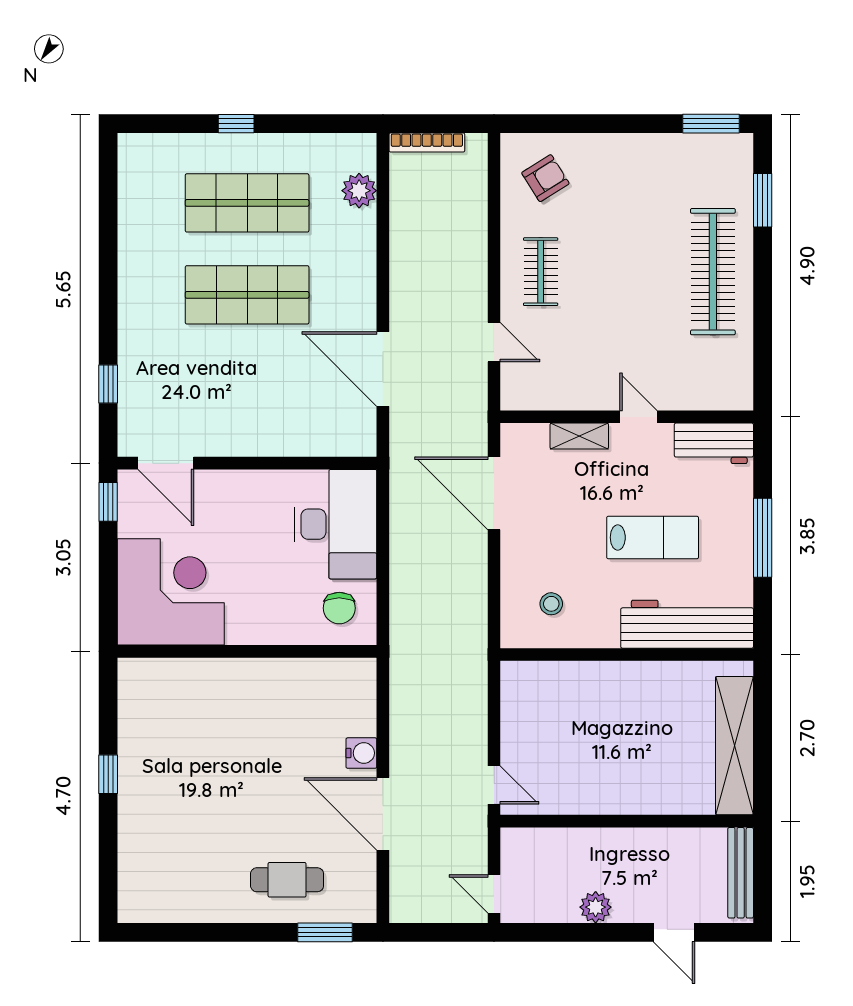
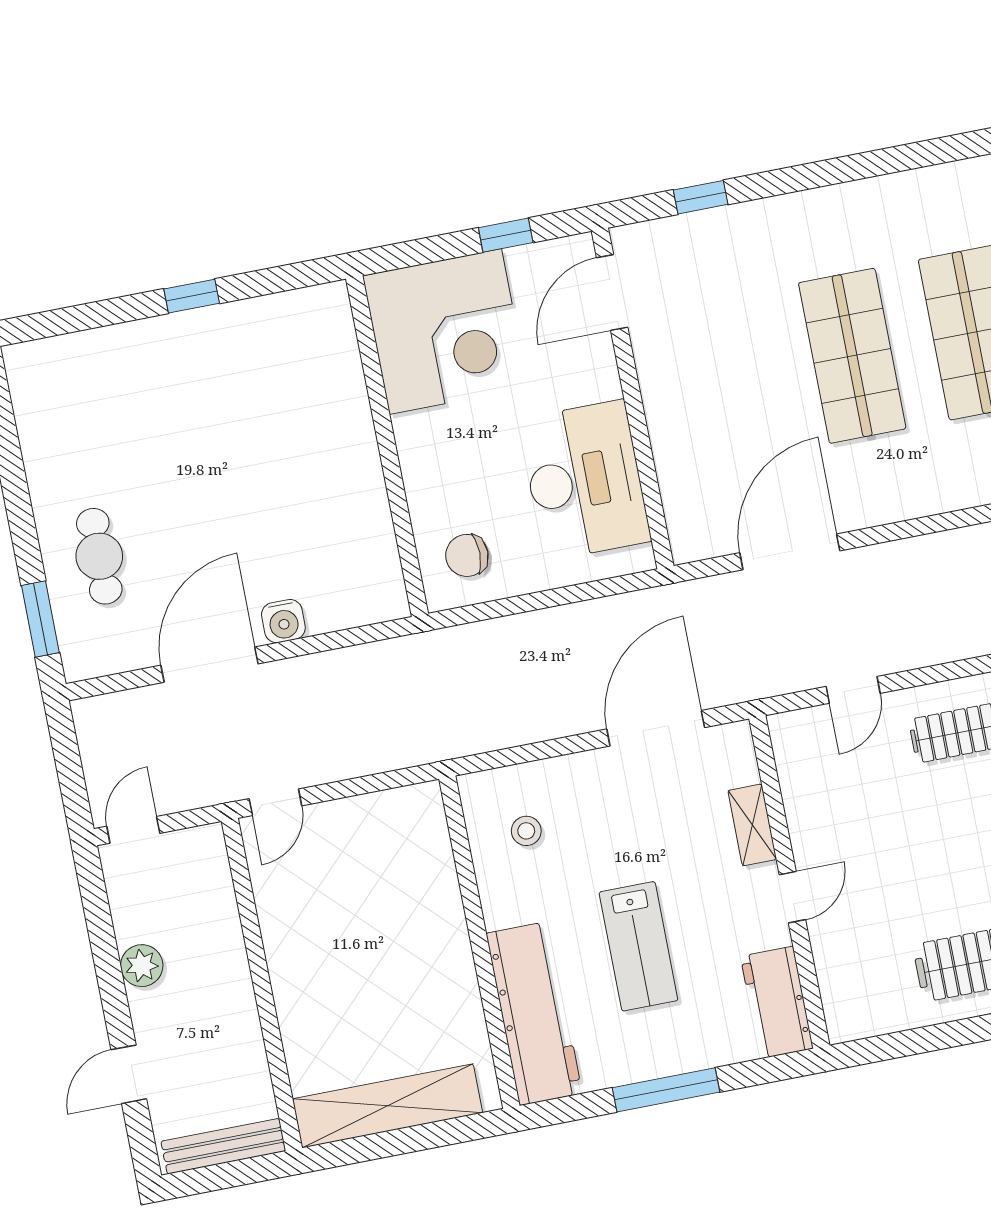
window: (108, 502) -> (506, 235), moved
desk: (336, 524) -> (585, 480), moved, turned -90

